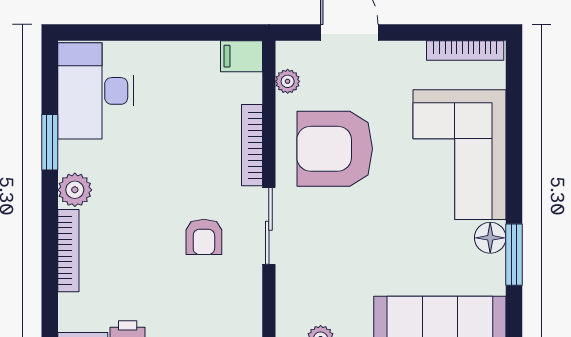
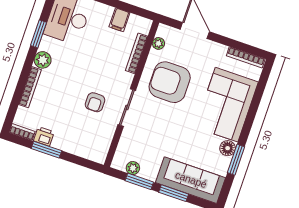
filing cabinet: (242, 56) -> (119, 20), moved, turned -90
bookcase: (252, 145) -> (137, 53), moved

